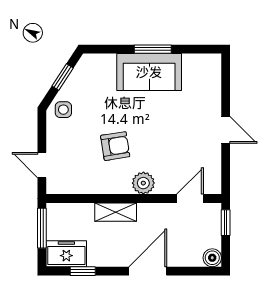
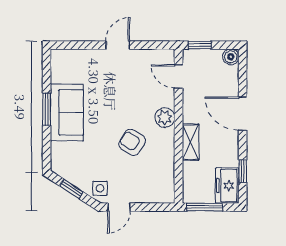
armchair: (115, 146) -> (132, 142), turned -49
door: (42, 165) -> (119, 207), moved

